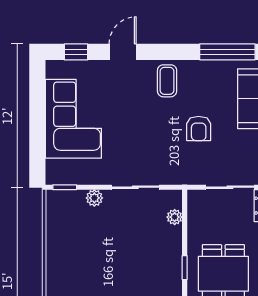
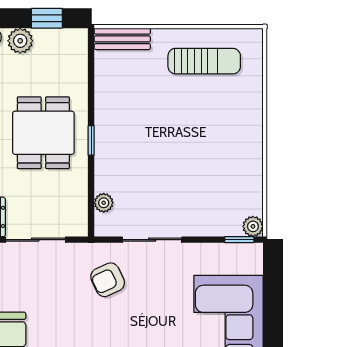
armchair: (199, 128) -> (108, 280), moved, turned -115
plant: (94, 198) -> (253, 226), moved

